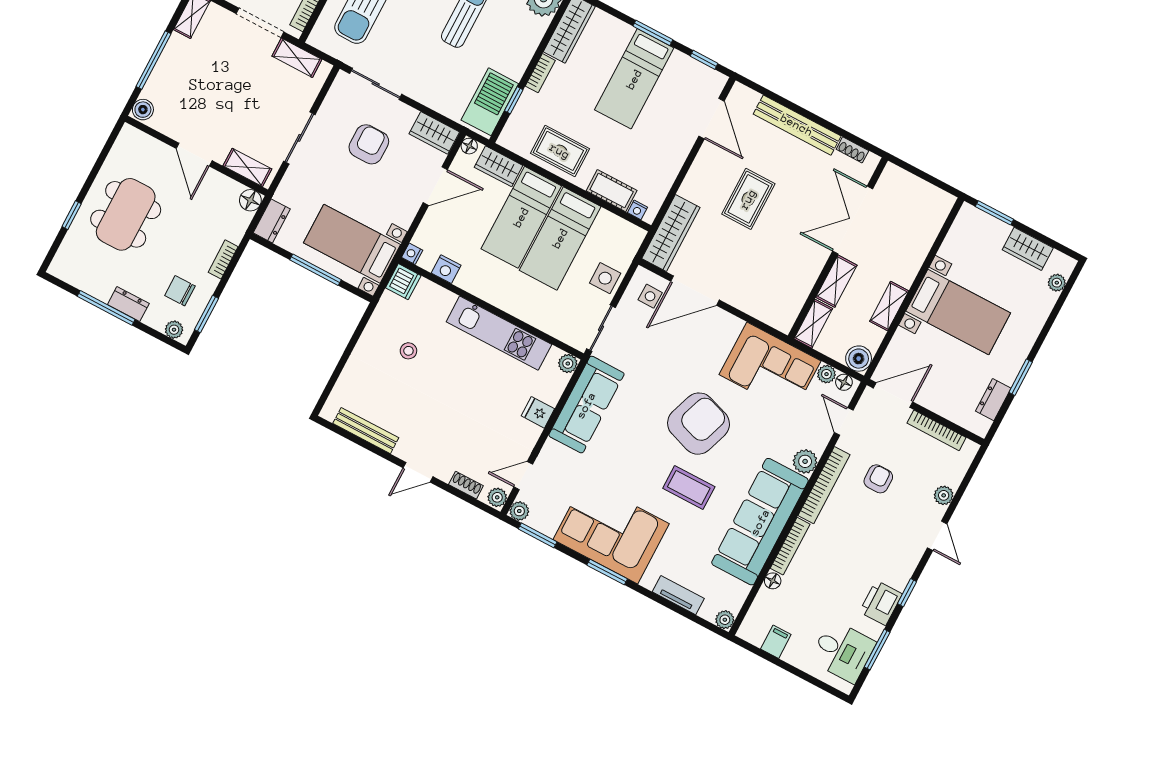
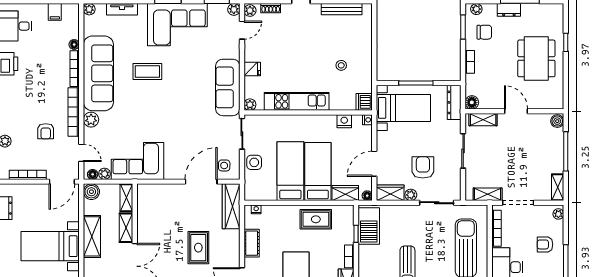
plant: (407, 115) -> (411, 195), added
armchair: (369, 144) -> (423, 167), turned 180
cot: (612, 191) -> (252, 243), moved, turned 90
dresser: (272, 221) -> (454, 102), width x1.44
shelving: (889, 306) -> (92, 236), width x1.50, depth x1.33
armchair: (699, 424) -> (161, 110), removed

